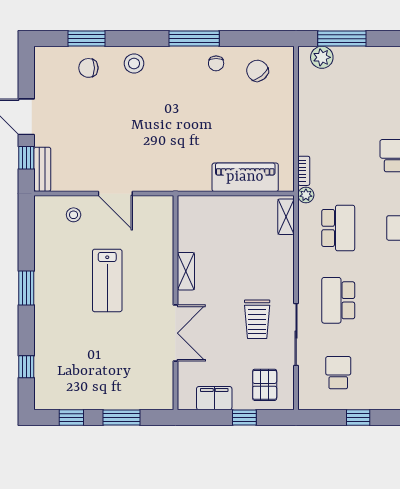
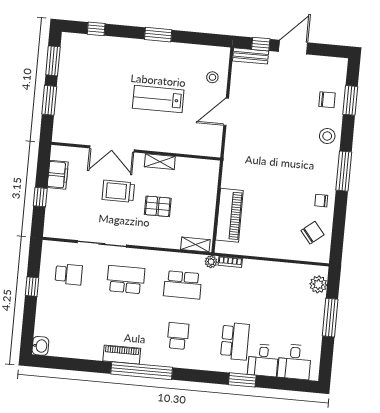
window: (194, 39) -> (344, 171), moved
window: (342, 39) -> (330, 318), moved
chair: (88, 68) -> (327, 100), turned 90
trolley: (257, 319) -> (118, 191), moved
pallet: (265, 385) -> (158, 206), moved
window: (71, 417) -> (53, 61), width x1.50

